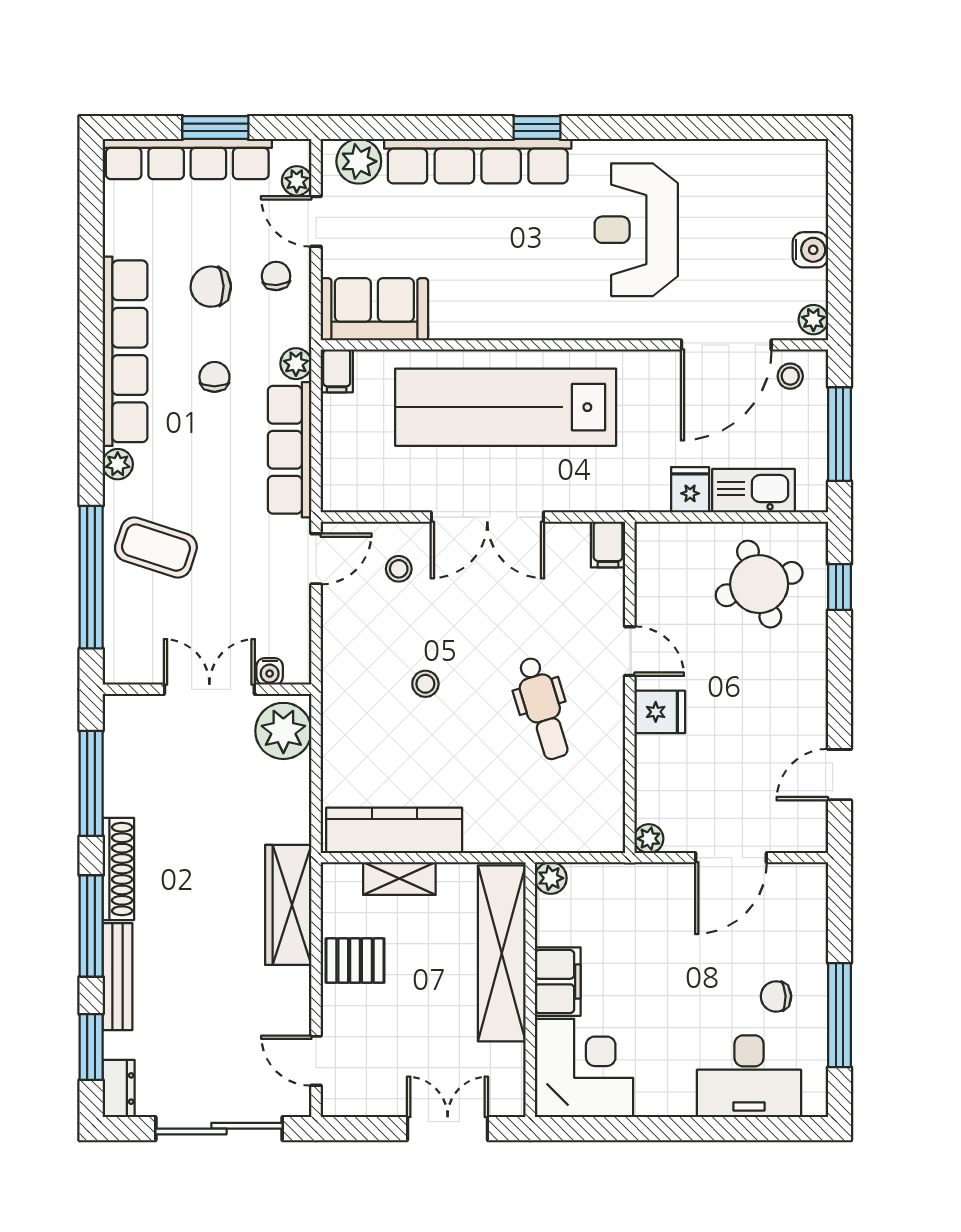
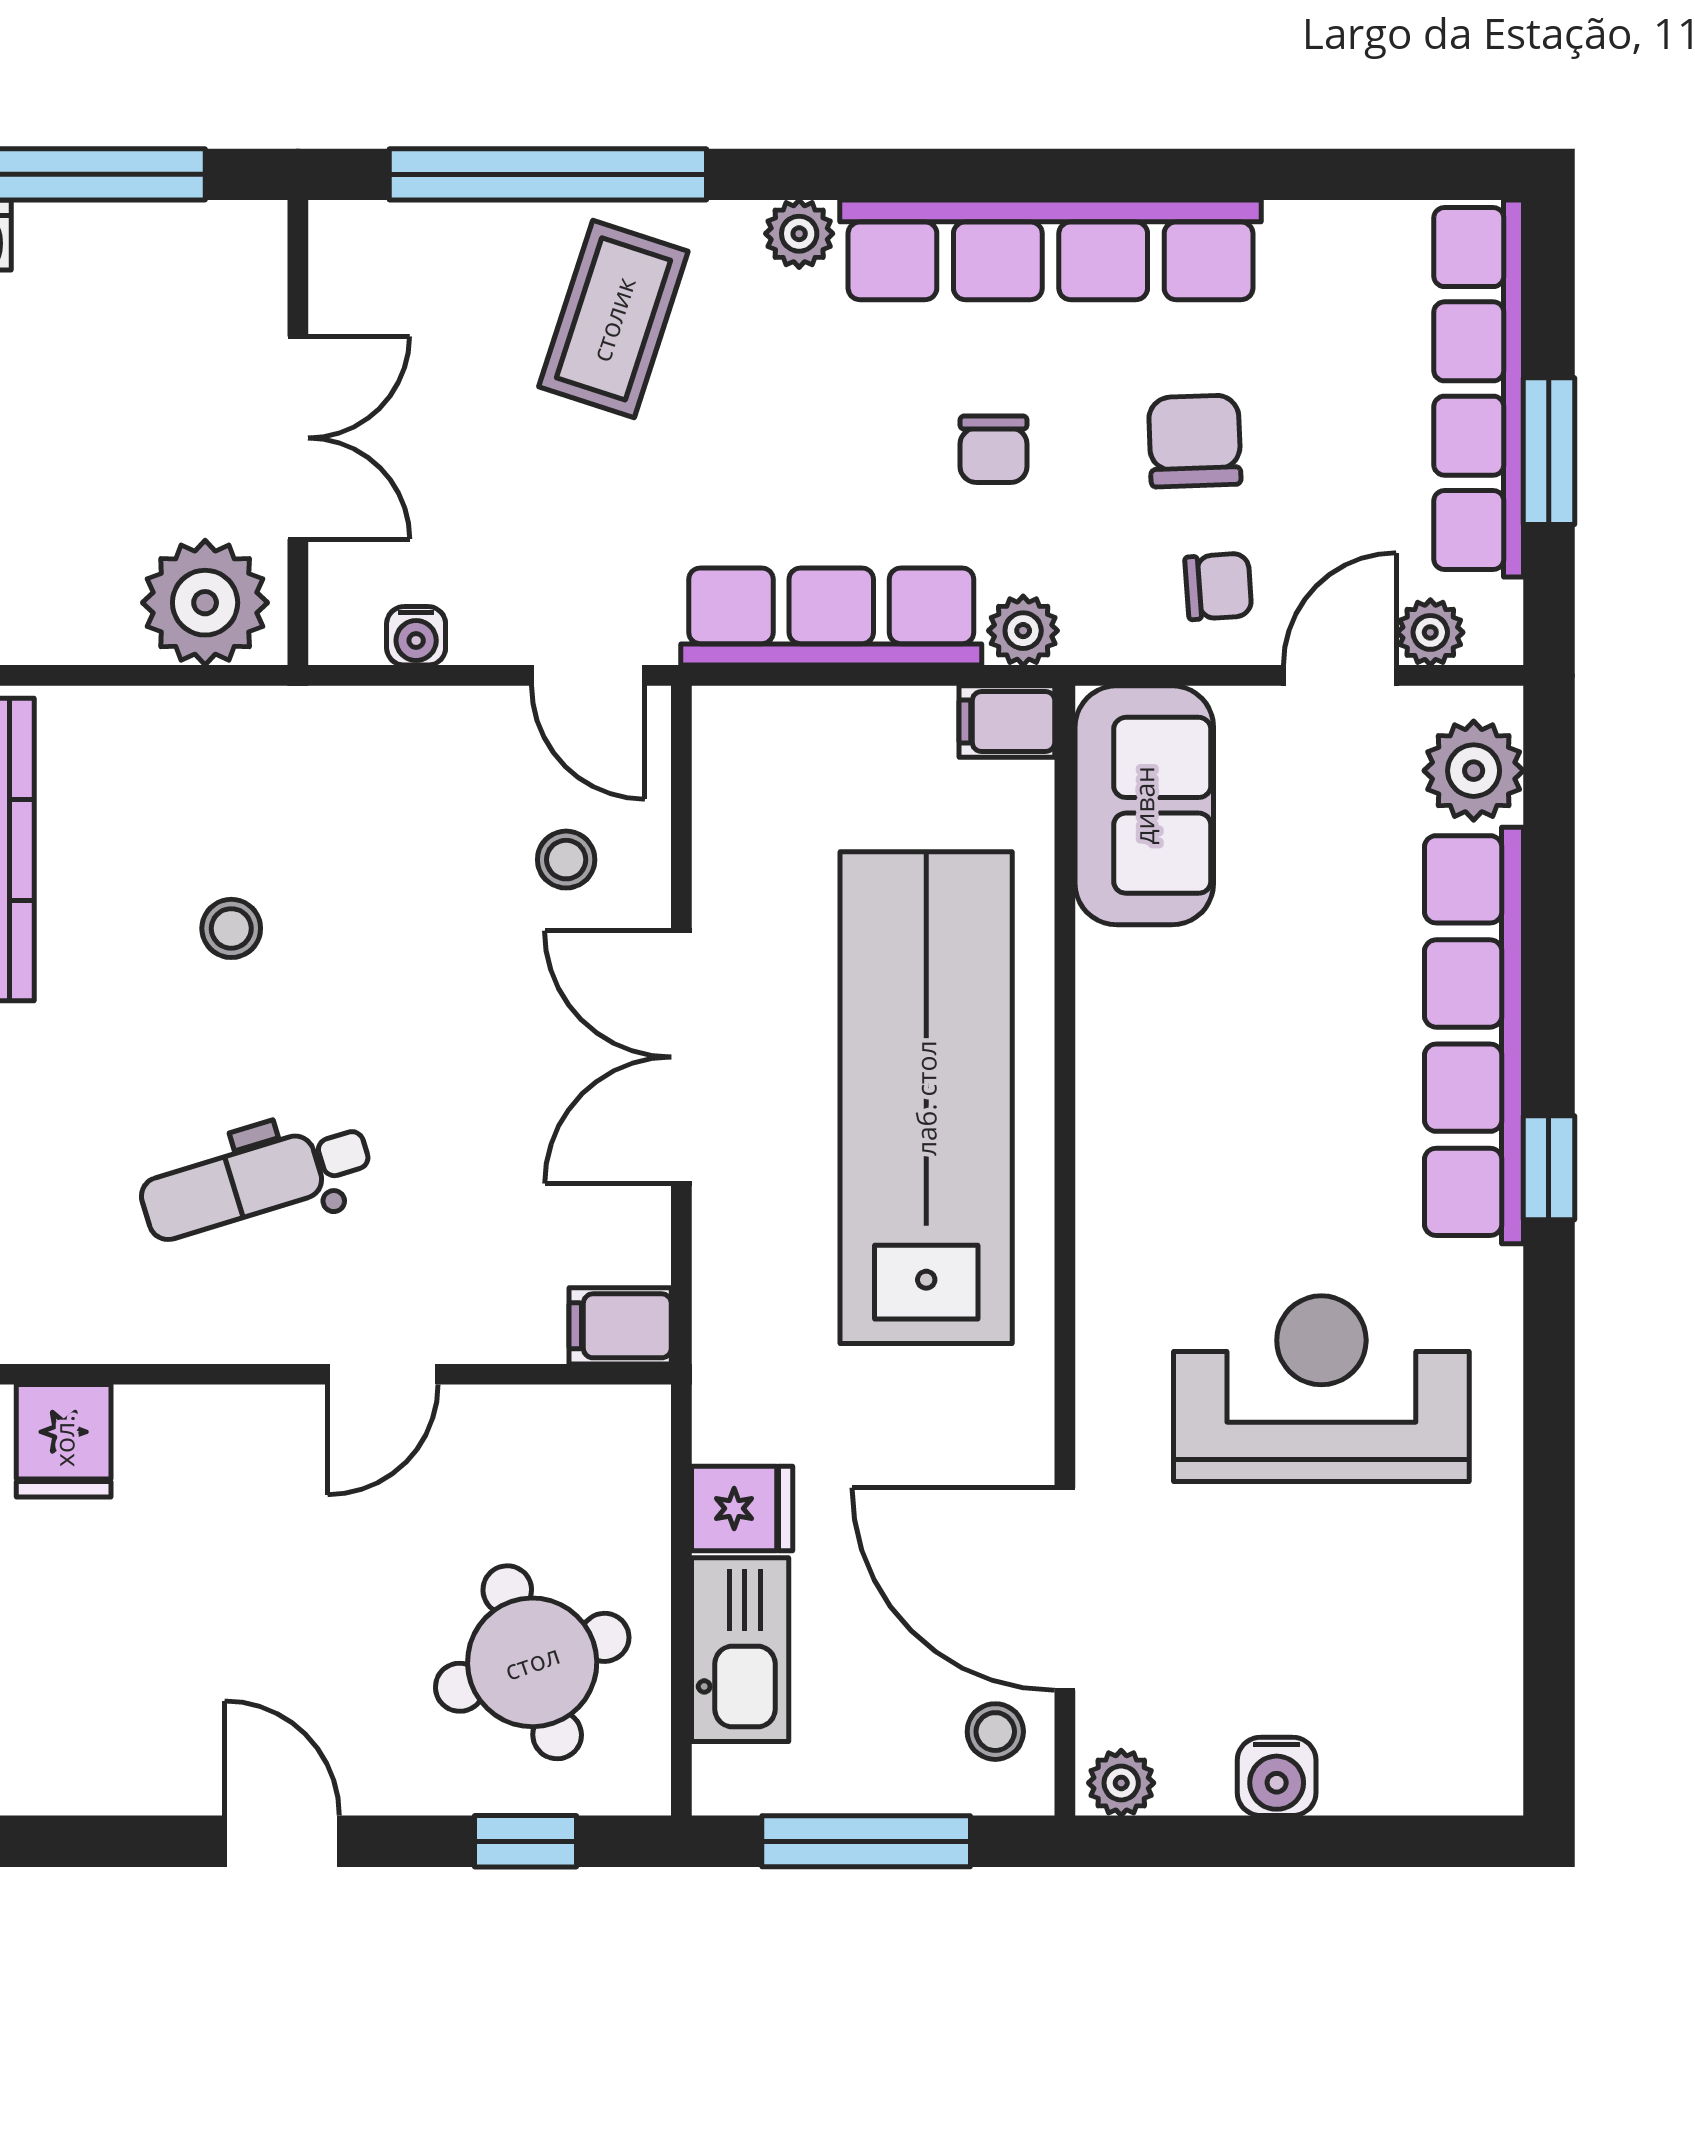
chair: (214, 377) -> (994, 449), turned 90
water cooler: (270, 671) -> (416, 636), moved, turned -90
stool: (425, 684) -> (231, 928), moved
fridge: (660, 712) -> (64, 1441), moved
door: (840, 775) -> (282, 1841), moved

